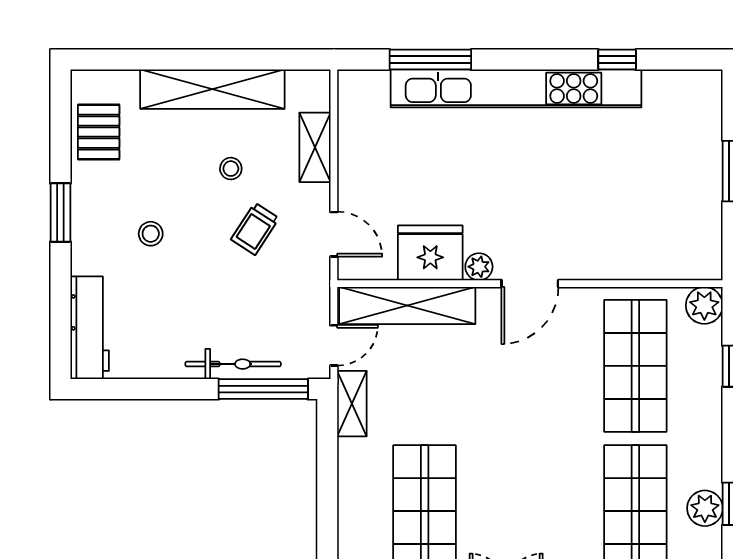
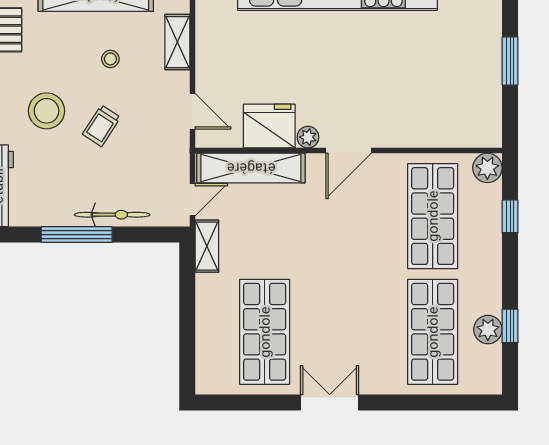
trolley: (255, 229) -> (101, 126), moved
stool: (151, 234) -> (47, 111), width x1.89, depth x1.89
window: (263, 389) -> (77, 235), moved

